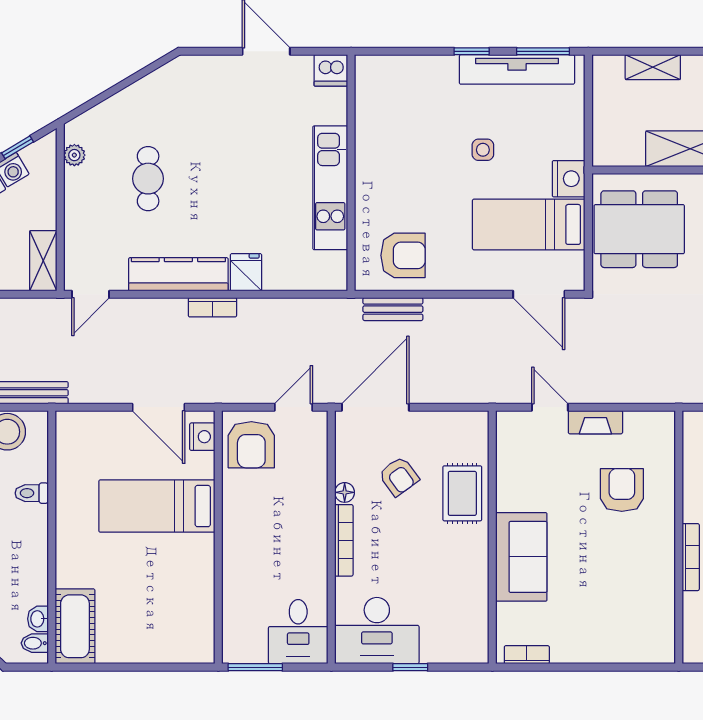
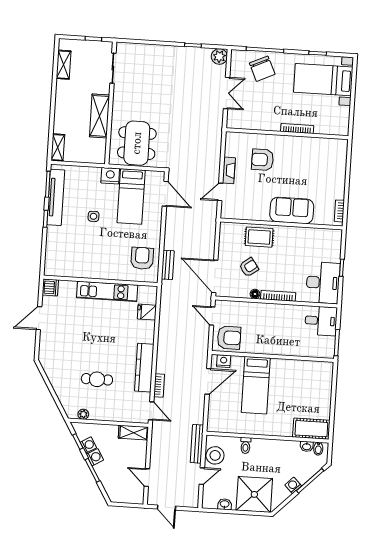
shelving: (653, 67) -> (58, 147), moved
fridge: (246, 272) -> (147, 312), moved
door: (539, 294) -> (165, 194), hinge flipped
bookcase: (212, 307) -> (159, 385), moved

